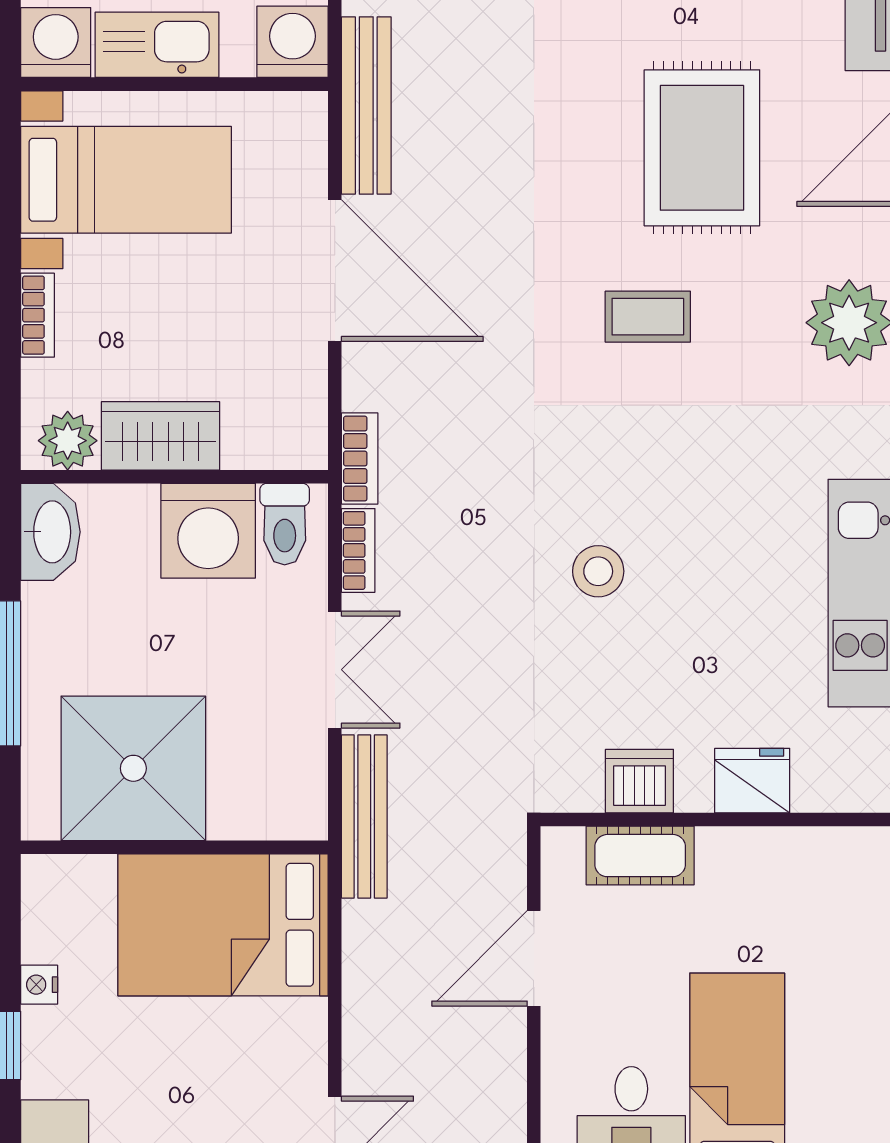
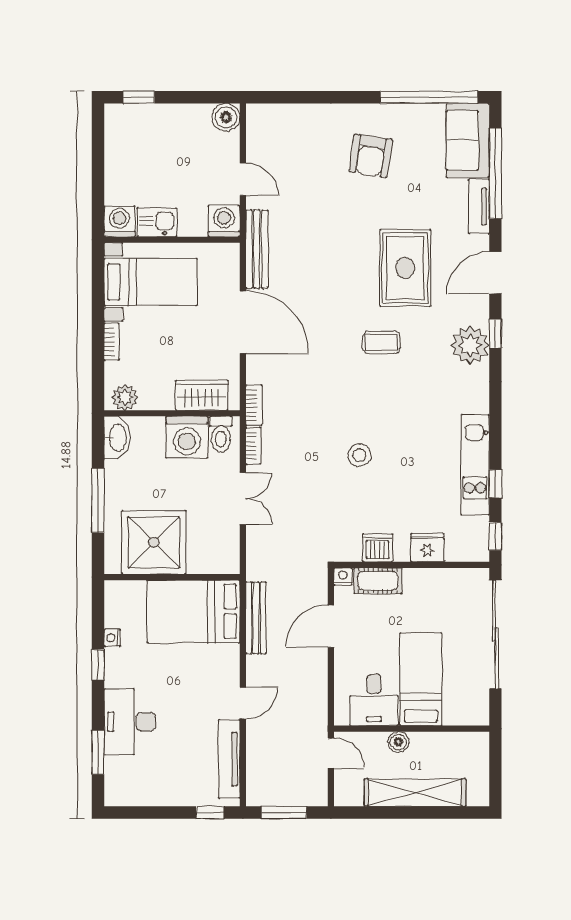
kitchen sink: (157, 45) -> (157, 222), width x0.73
wardrobe: (161, 436) -> (202, 395), moved
bench: (364, 817) -> (256, 618), moved
nightstand: (561, 846) -> (343, 576), added

